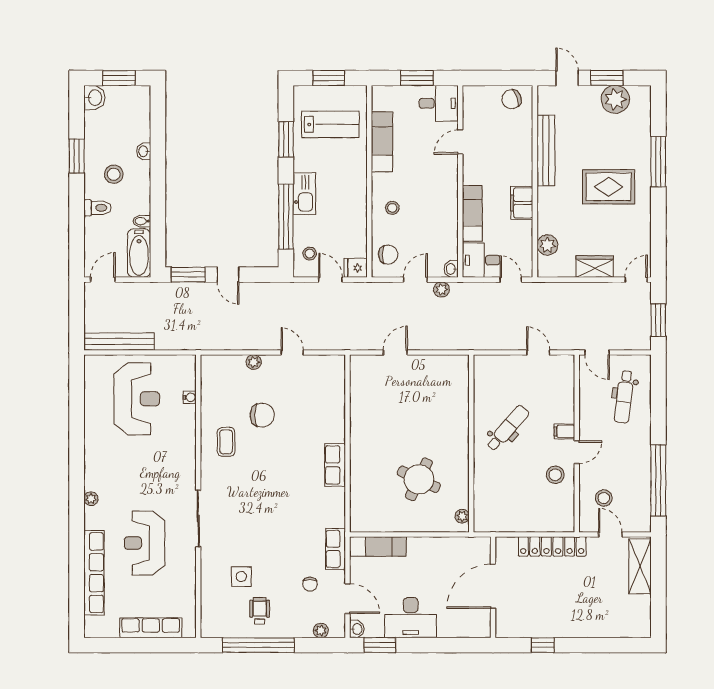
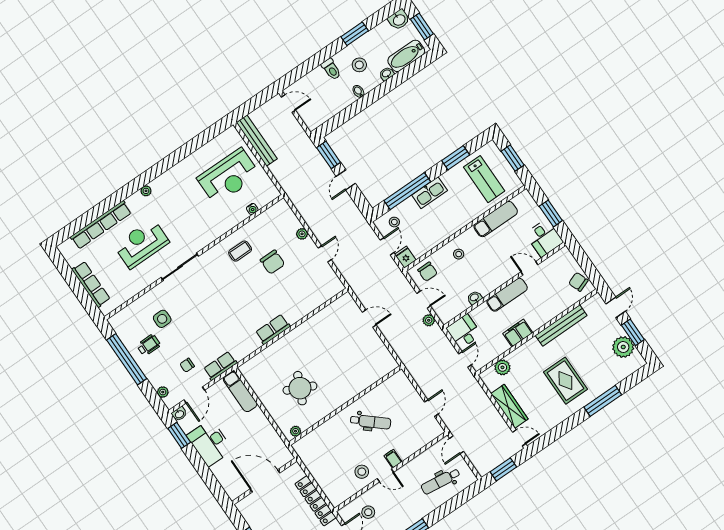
exam couch: (472, 213) -> (507, 295), moved
bidet: (142, 221) -> (358, 91), moved
bathtub: (139, 253) -> (406, 56), moved
wardrobe: (595, 267) -> (509, 406), width x1.50
washbasin: (451, 269) -> (474, 298), moved

